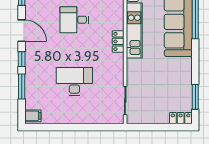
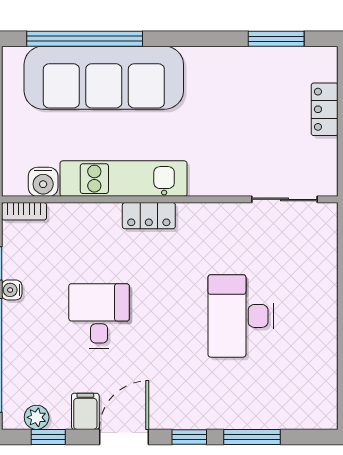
desk: (74, 20) -> (99, 316), turned 180
filing cabinet: (33, 116) -> (85, 411), moved
locker: (181, 118) -> (325, 109), moved

